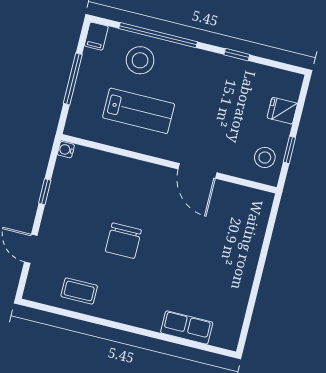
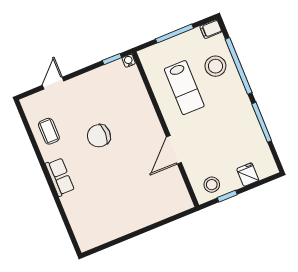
window: (237, 55) -> (262, 122), width x2.17
window: (45, 192) -> (112, 59), moved
row of seats: (187, 327) -> (60, 177), moved

